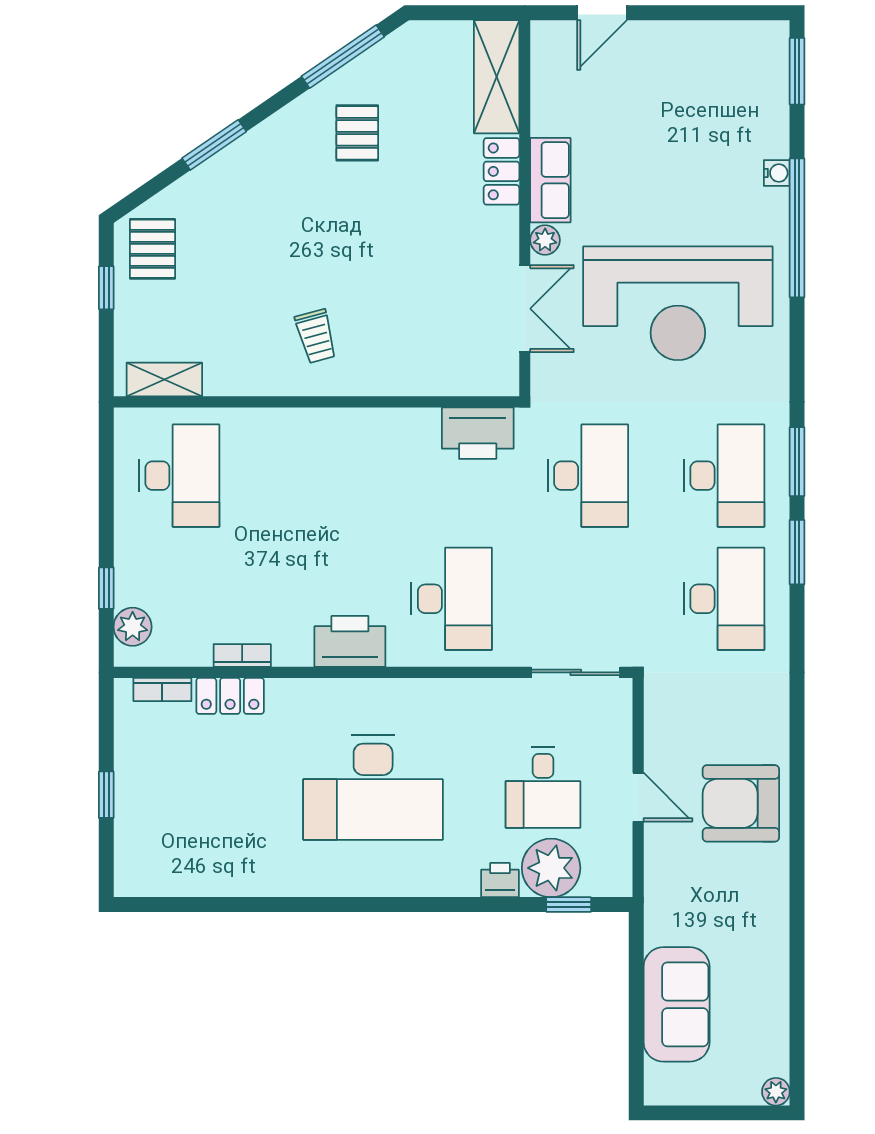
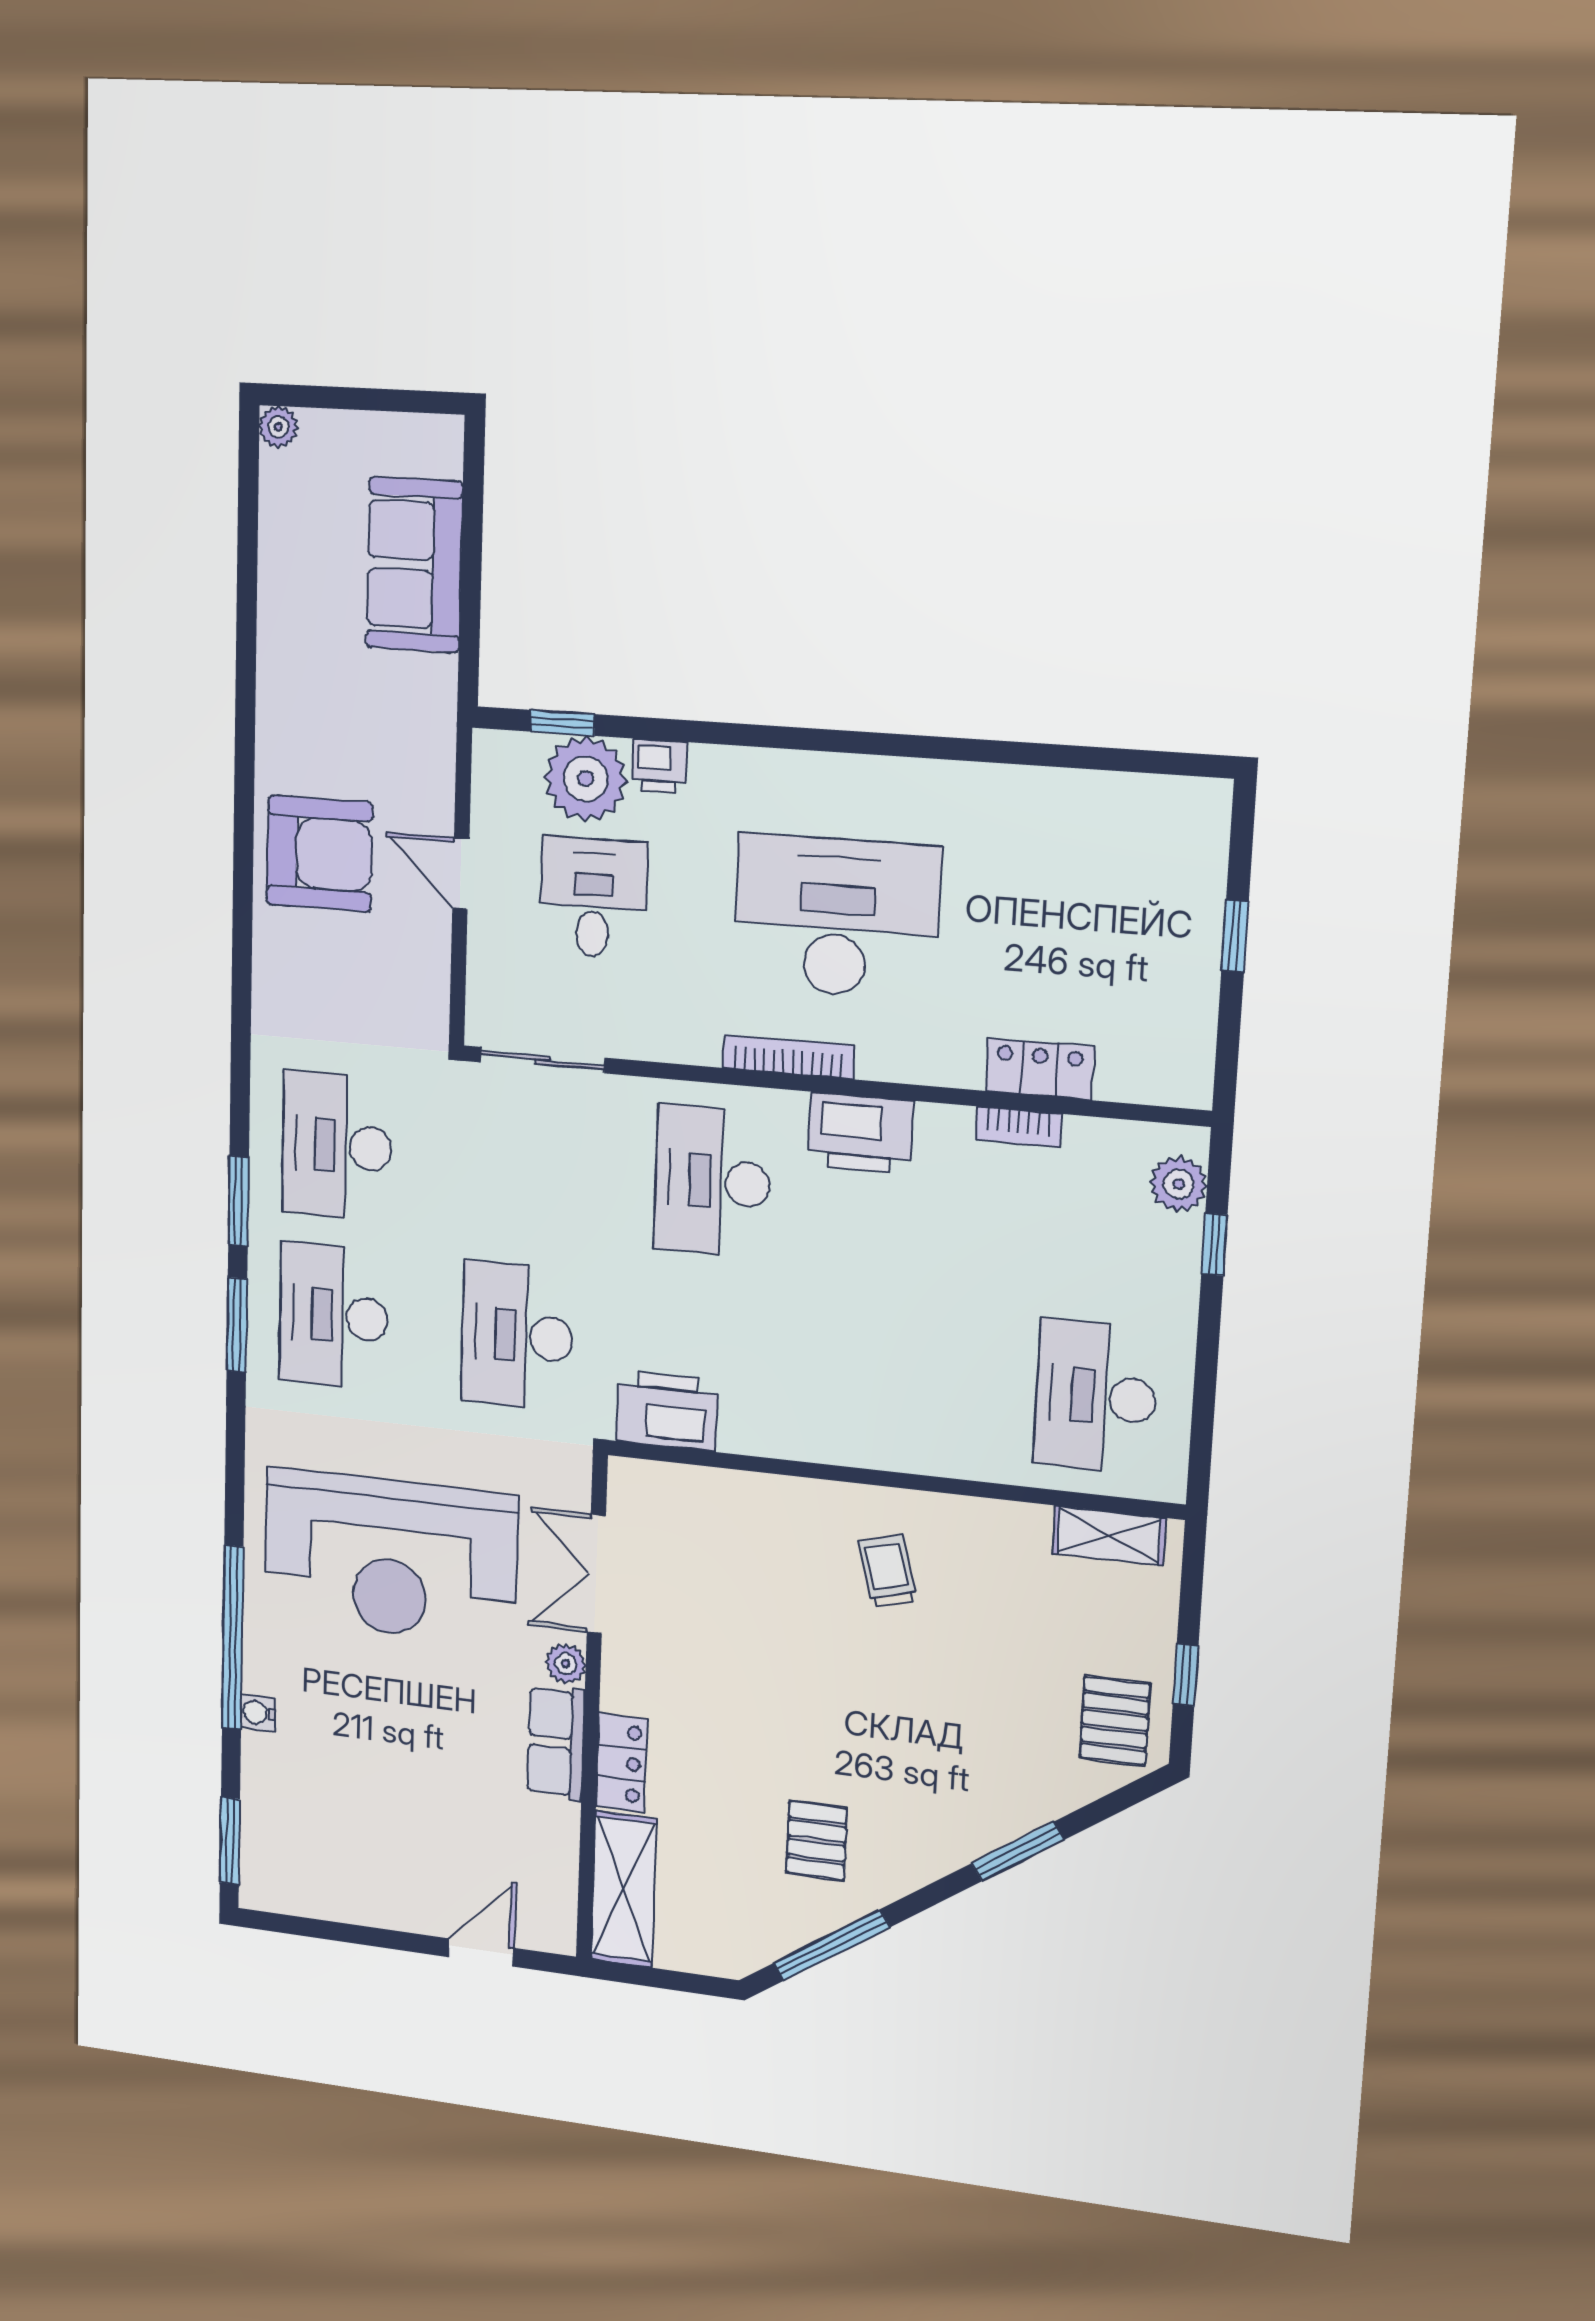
reception desk: (678, 303) -> (390, 1557), turned 180
bookcase: (162, 690) -> (789, 1057), moved, width x1.56

